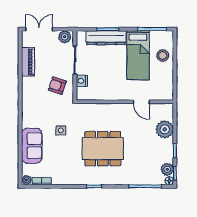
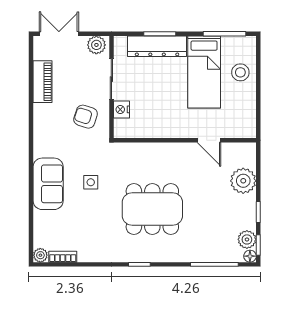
sofa: (32, 146) -> (48, 184), moved

